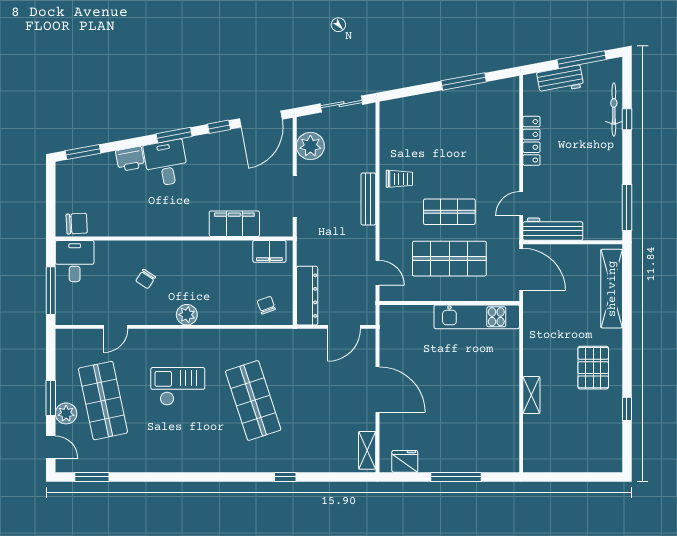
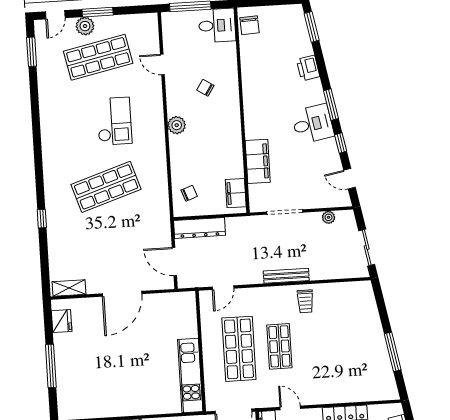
door: (261, 119) -> (350, 179), width x0.53
plant: (310, 146) -> (328, 217), width x0.53, depth x0.53
desk: (166, 163) -> (313, 124), moved

